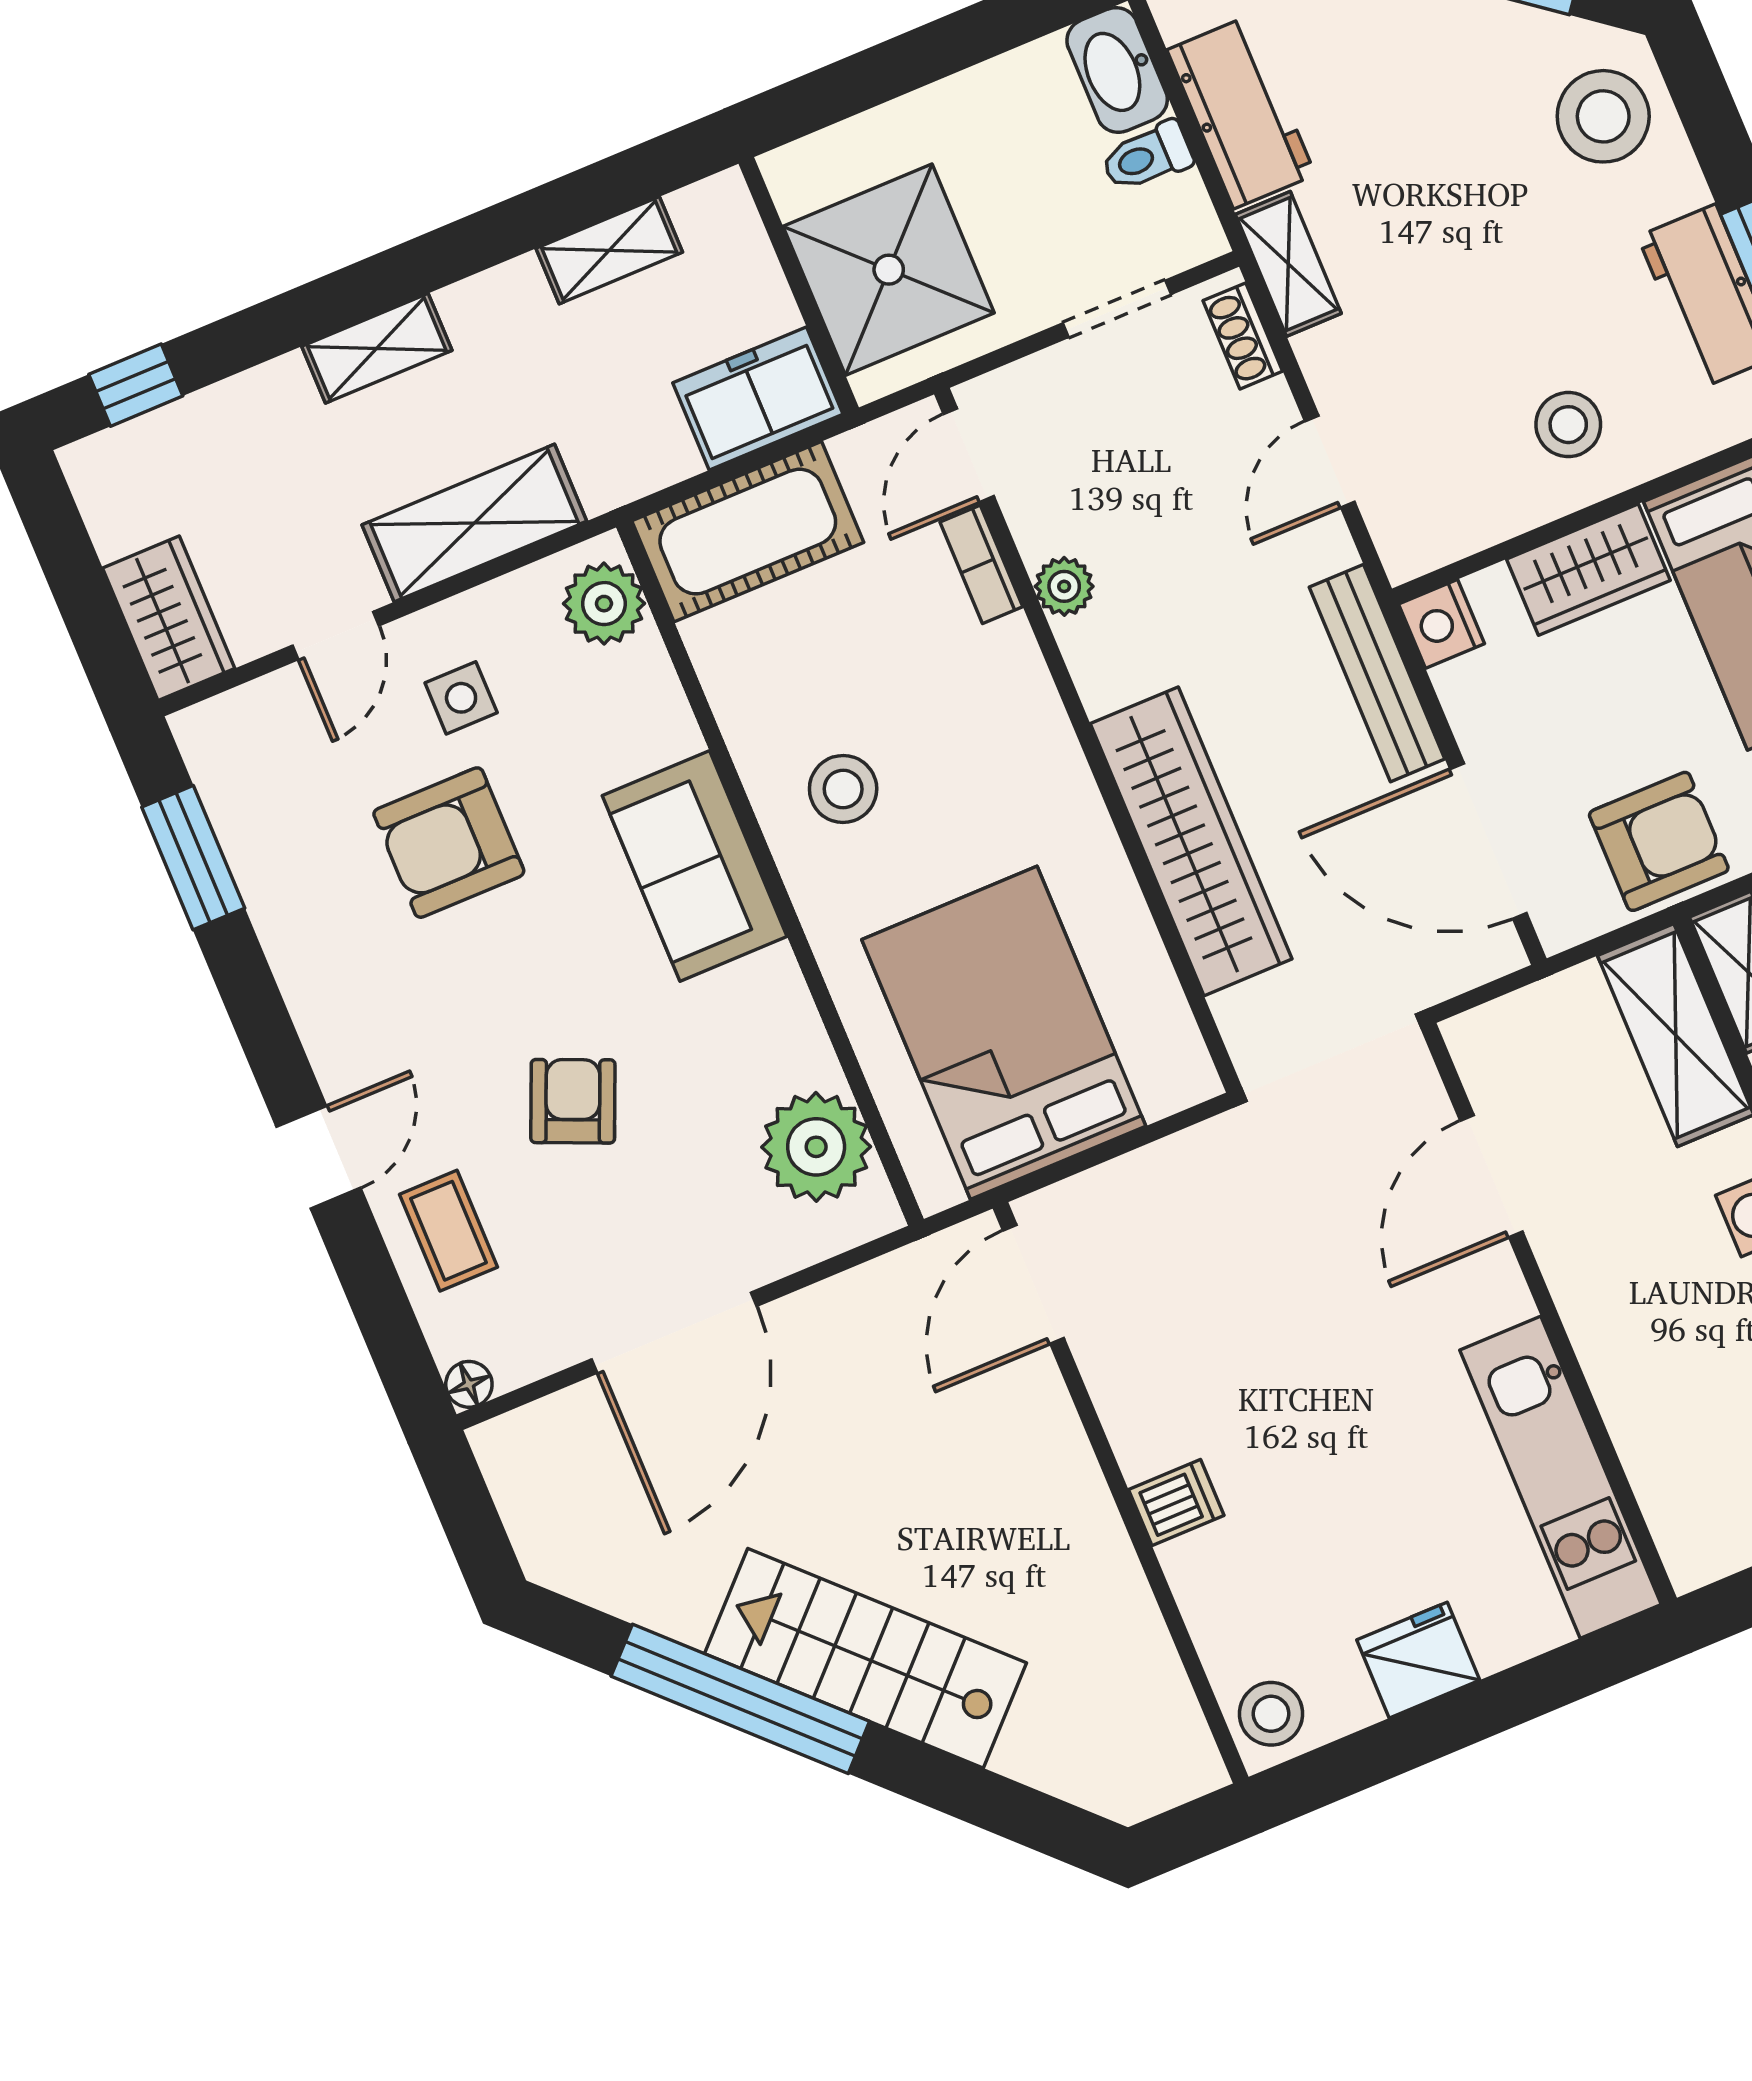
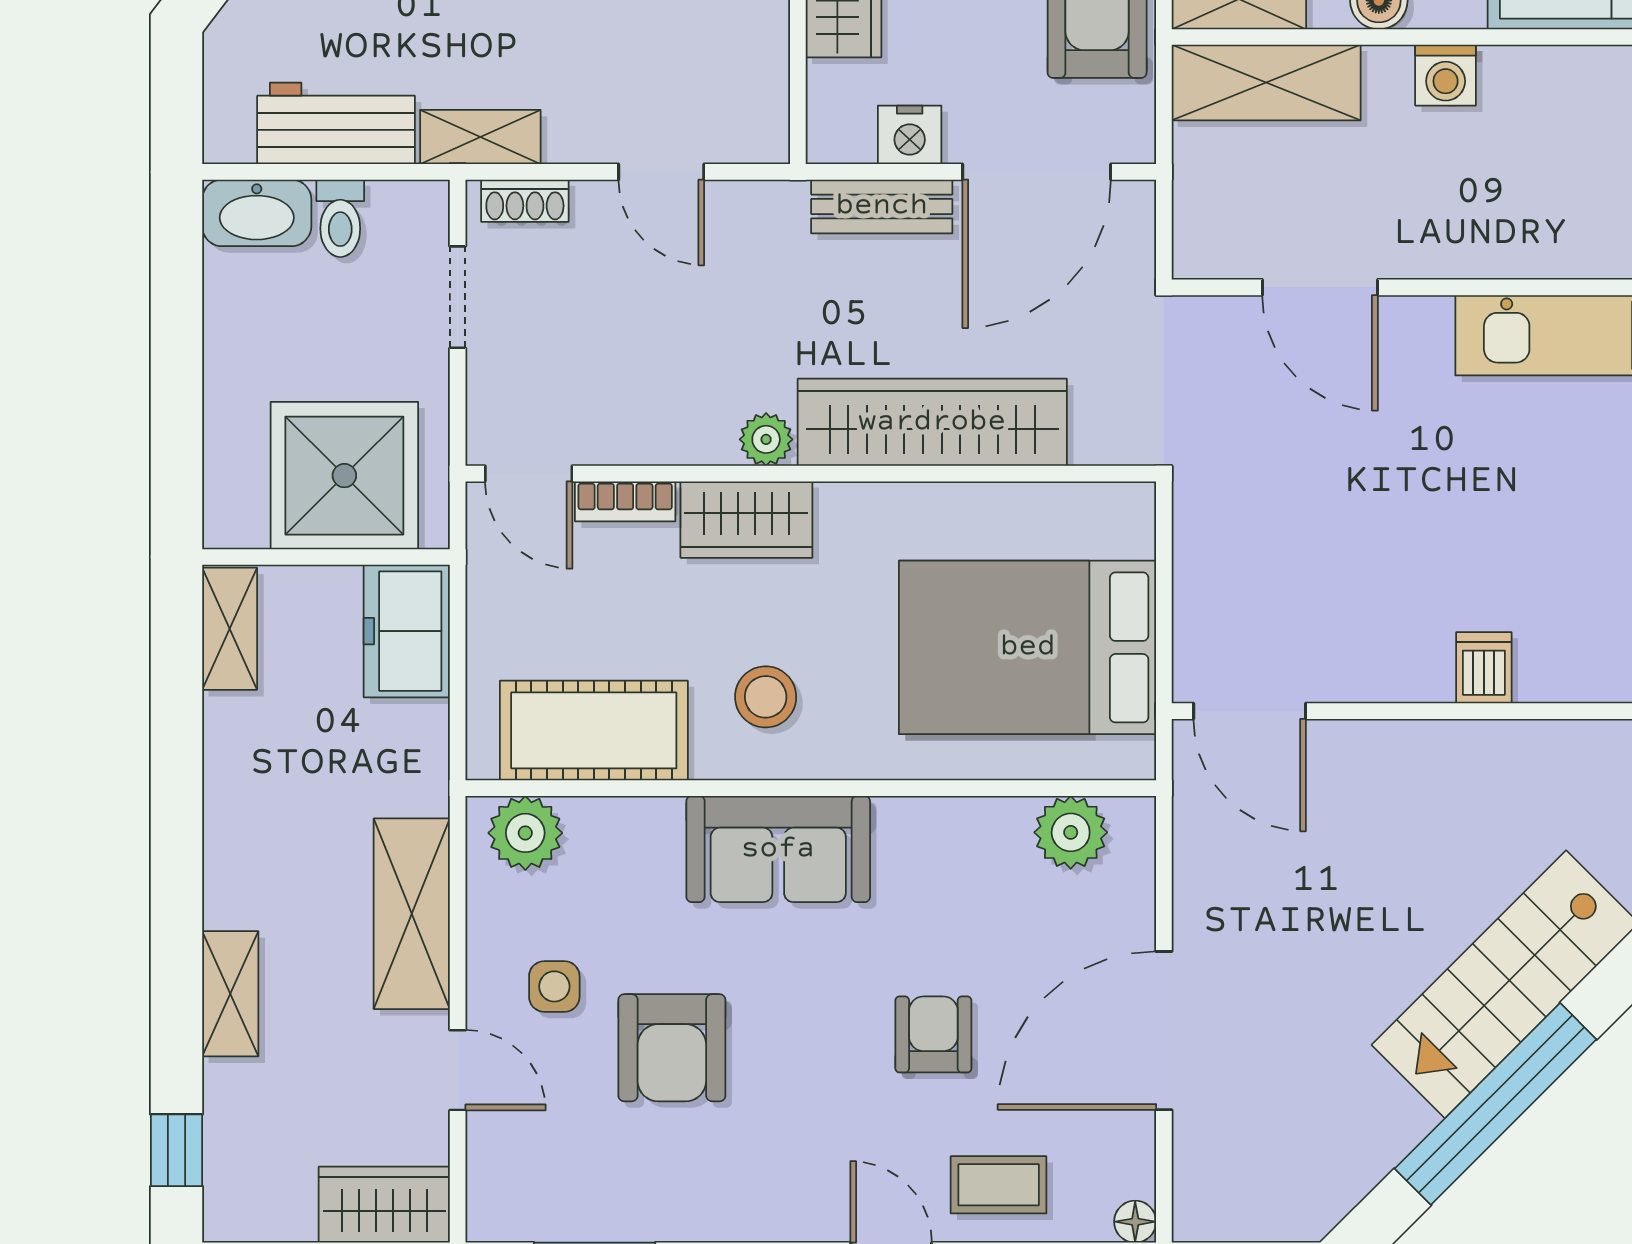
shelving: (609, 250) -> (230, 629), moved
shelving: (377, 348) -> (230, 994), moved
cot: (748, 532) -> (594, 730), moved, turned 90
plant: (1064, 586) -> (766, 439), moved
nightstand: (1442, 624) -> (910, 135), moved
bench: (1377, 673) -> (882, 206), width x0.73
wardrobe: (1014, 695) -> (746, 520), added
armchair: (573, 1101) -> (933, 1034), turned 67
plant: (816, 1147) -> (1071, 832), width x0.73, depth x0.73
door: (674, 1333) -> (1164, 1031), swing flipped

